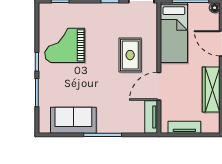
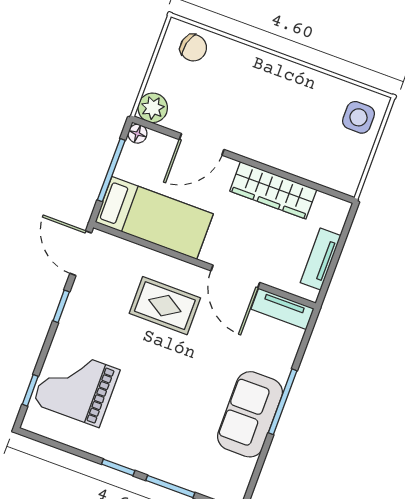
grand piano: (65, 45) -> (76, 387), moved, turned 90
sofa: (73, 120) -> (250, 414), moved

